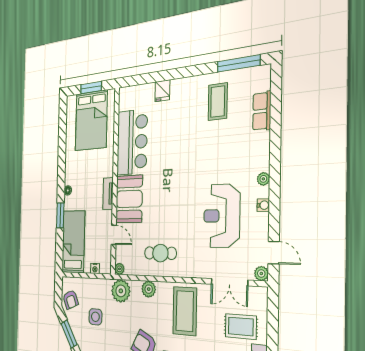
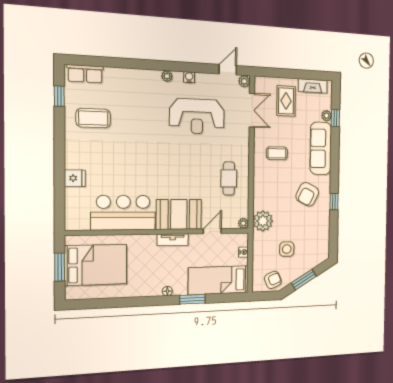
window: (239, 63) -> (59, 96), width x0.46
row of seats: (262, 111) -> (85, 74), moved
plant: (149, 289) -> (260, 190), removed
coffee table: (185, 311) -> (277, 153), width x0.54, depth x0.58

